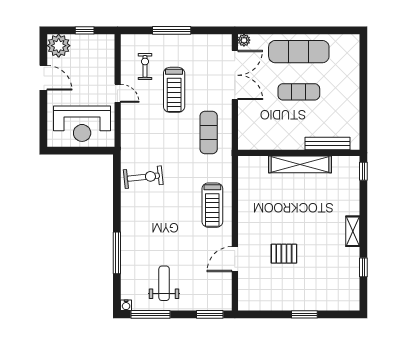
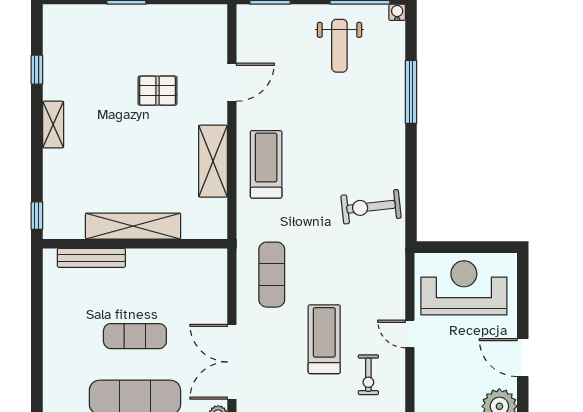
shelving: (247, 207) -> (213, 161), added

